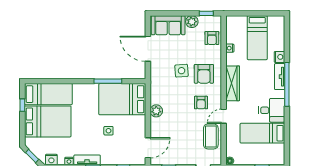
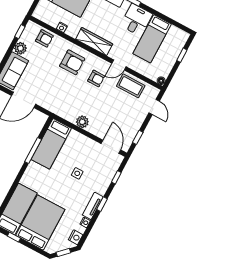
side table: (182, 71) -> (59, 81), removed
bed: (122, 99) -> (51, 144), width x0.67
door: (224, 116) -> (119, 65), hinge flipped

